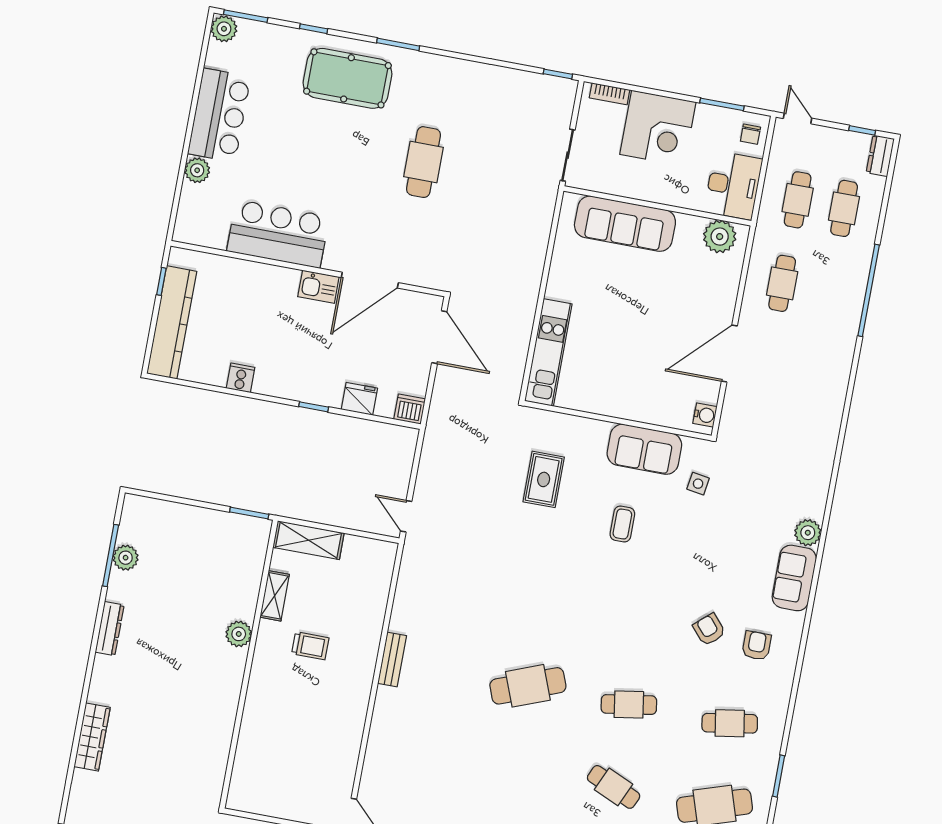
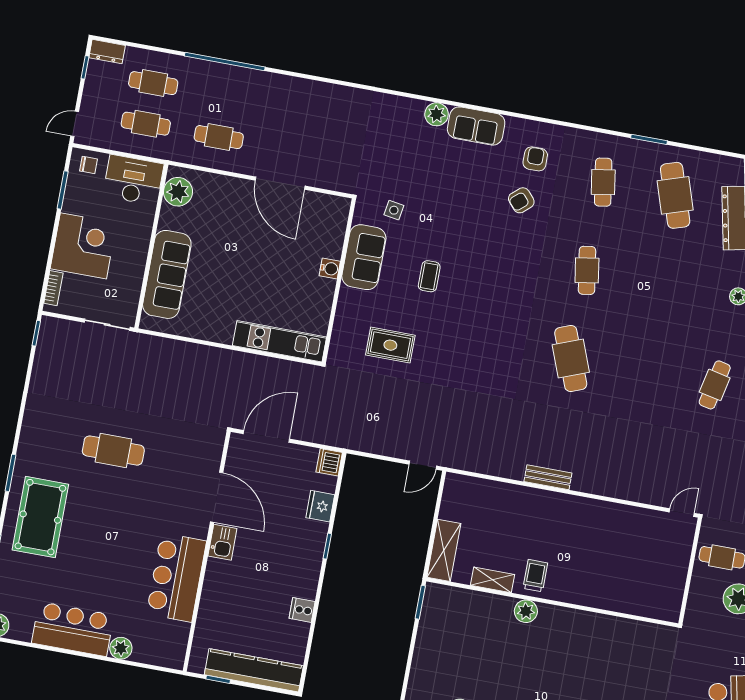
water cooler: (705, 415) -> (330, 269), moved, turned 90
coffee table: (622, 524) -> (429, 276), turned 90
trolley: (310, 646) -> (535, 576), moved
armchair: (757, 646) -> (535, 159), turned 90
cafe table: (614, 787) -> (659, 284), removed

